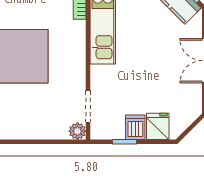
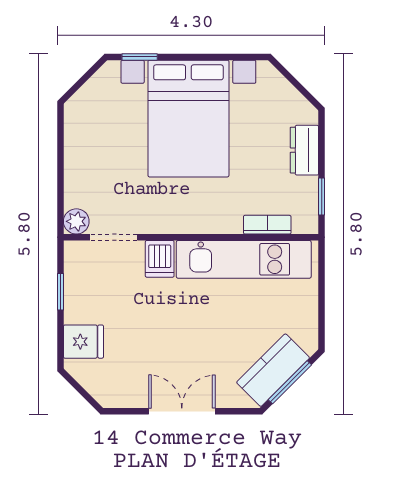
dishwasher: (135, 127) -> (160, 259), moved, turned 90

